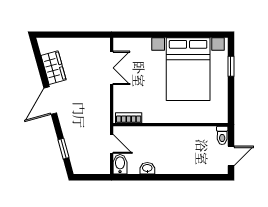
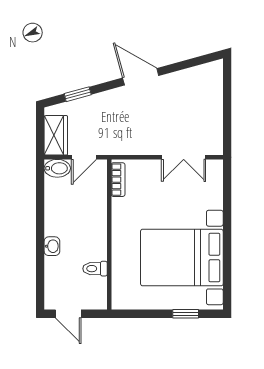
wardrobe: (53, 68) -> (56, 135), moved, turned -75
toilet: (222, 135) -> (95, 269), moved
washbasin: (147, 168) -> (52, 246), moved

